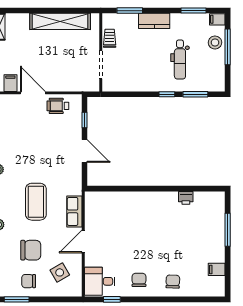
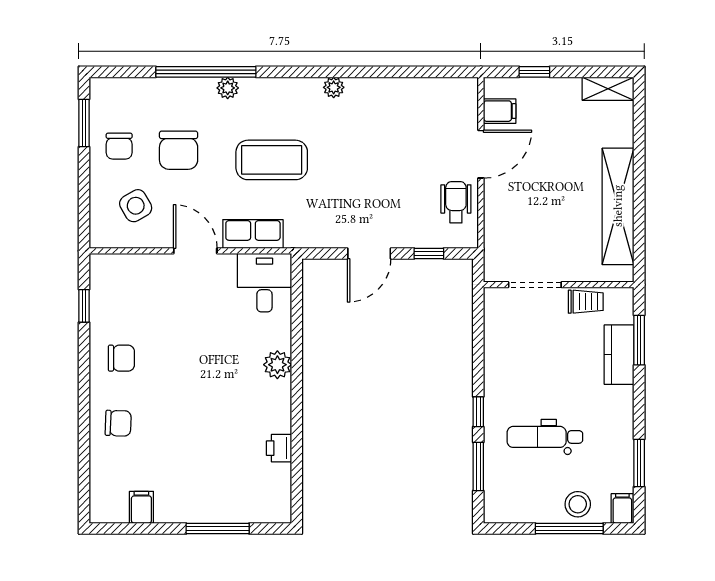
kitchen counter: (154, 21) -> (619, 355), moved
plant: (142, 199) -> (277, 365), added
chair: (29, 281) -> (119, 146), turned 180
desk: (100, 281) -> (264, 283), moved

